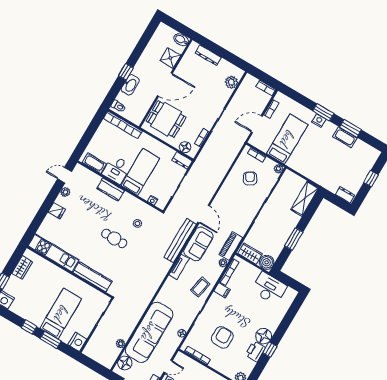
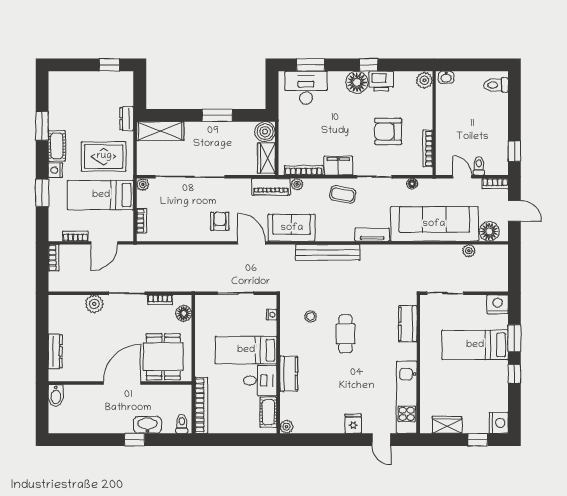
shower: (170, 58) -> (86, 395), removed
plant: (231, 82) -> (94, 304), moved
door: (165, 85) -> (122, 383), hinge flipped
window: (323, 112) -> (42, 193), moved
door: (257, 124) -> (104, 243), hinge flipped
cot: (345, 137) -> (57, 146), moved
rug: (310, 155) -> (104, 156), added
dresser: (182, 160) -> (202, 307), removed
door: (65, 175) -> (381, 440), moved
armchair: (250, 178) -> (220, 221), moved, turned 123
window: (371, 179) -> (109, 65), moved
plant: (65, 192) -> (287, 427), moved
dresser: (345, 195) -> (127, 119), moved
door: (204, 214) -> (251, 243), hinge flipped
bench: (180, 241) -> (328, 252), moved
tv unit: (179, 267) -> (372, 235), moved
kitchen counter: (92, 277) -> (408, 324), width x0.67
desk: (269, 288) -> (306, 88), moved, turned 90
filing cabinet: (222, 290) -> (338, 166), width x2.00
window: (291, 314) -> (311, 65), added

